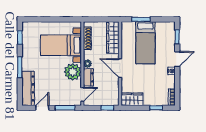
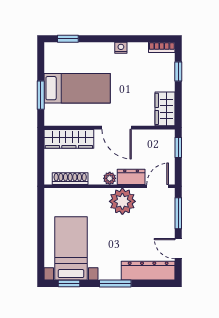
bed with nightstands: (61, 45) -> (71, 248), moved, turned 180
door: (177, 59) -> (102, 39), removed
door: (120, 68) -> (117, 128), hinge flipped
door: (82, 94) -> (158, 186), hinge flipped

